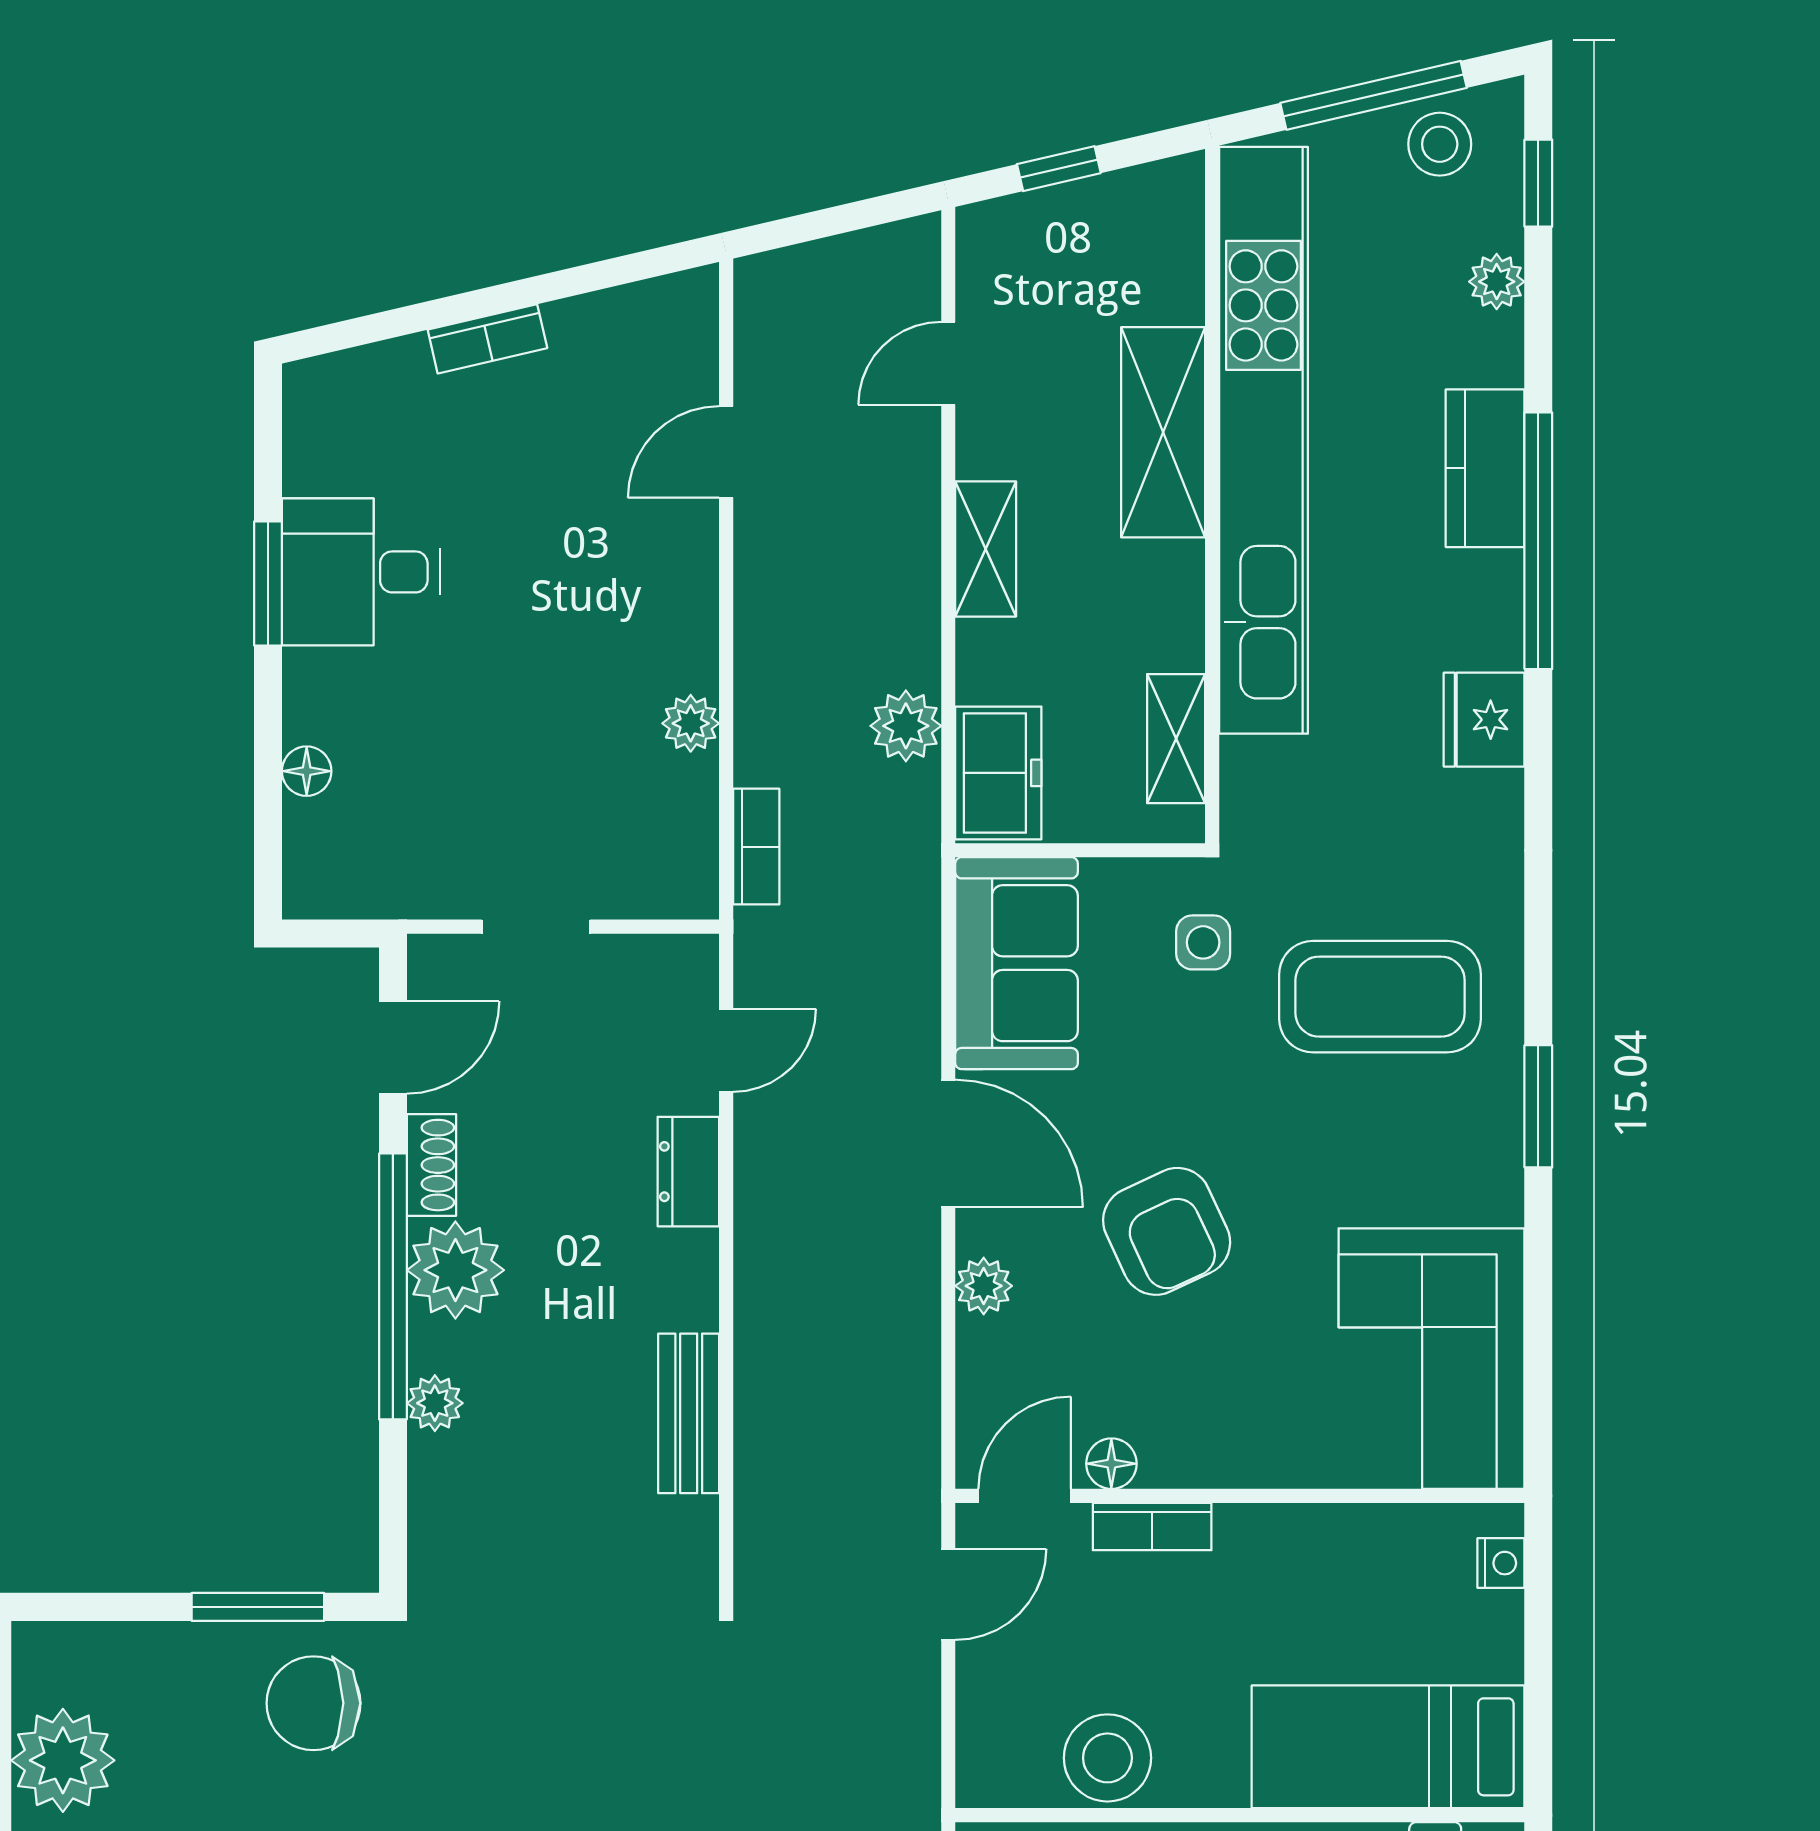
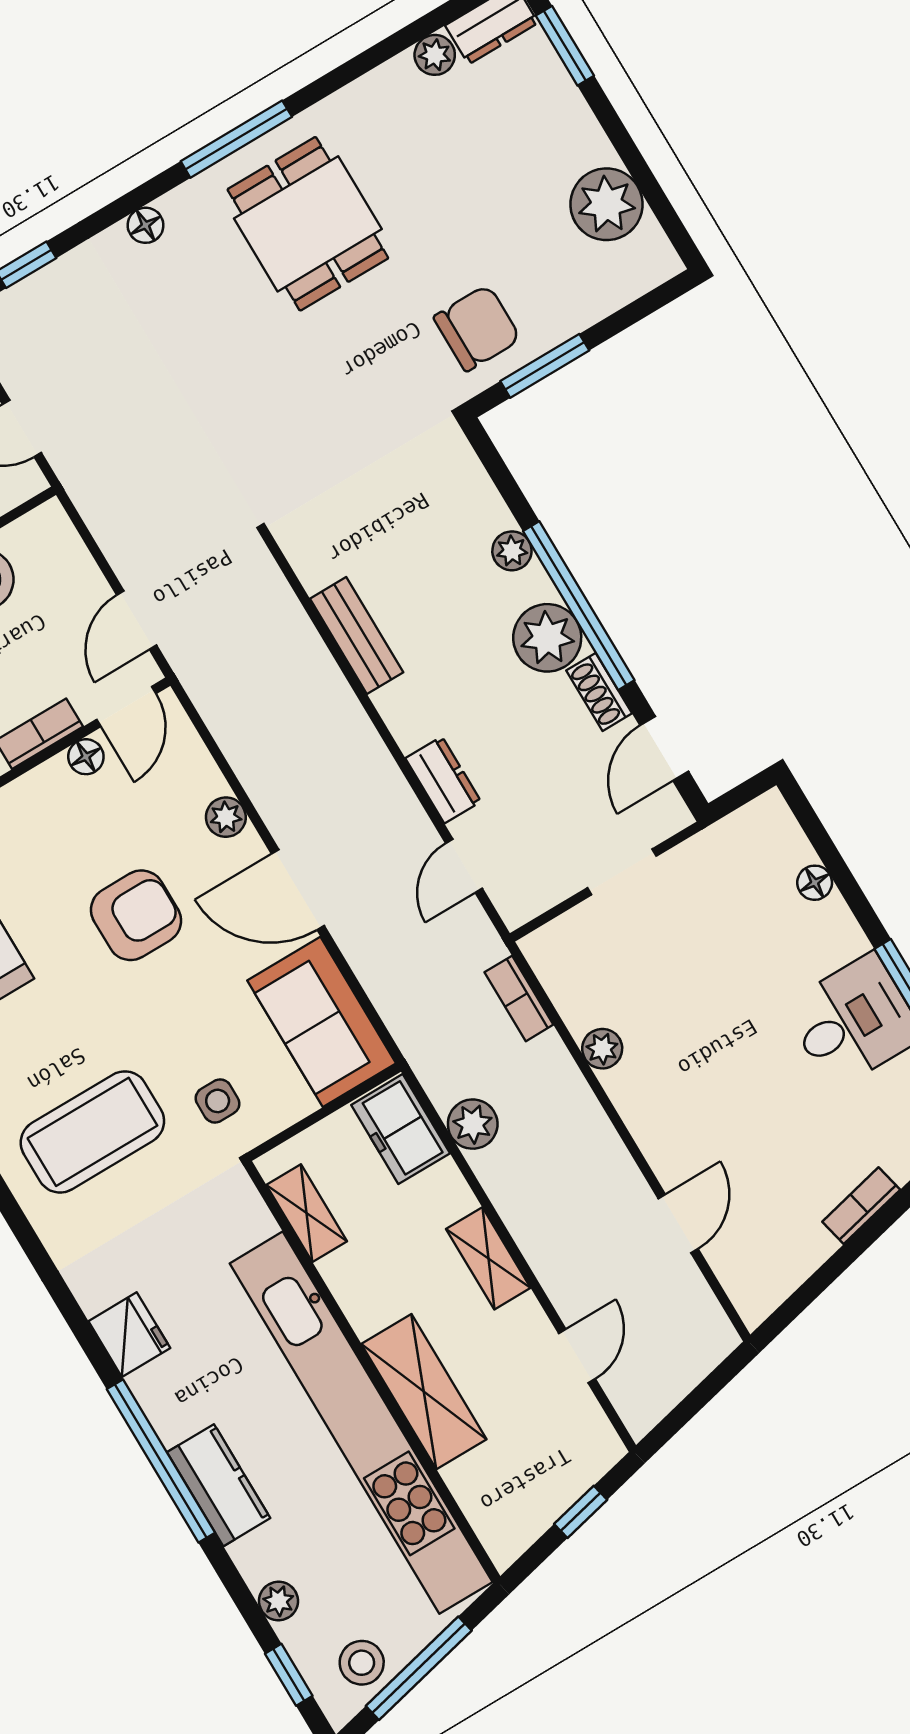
armchair: (1167, 1231) -> (136, 915), turned 115

